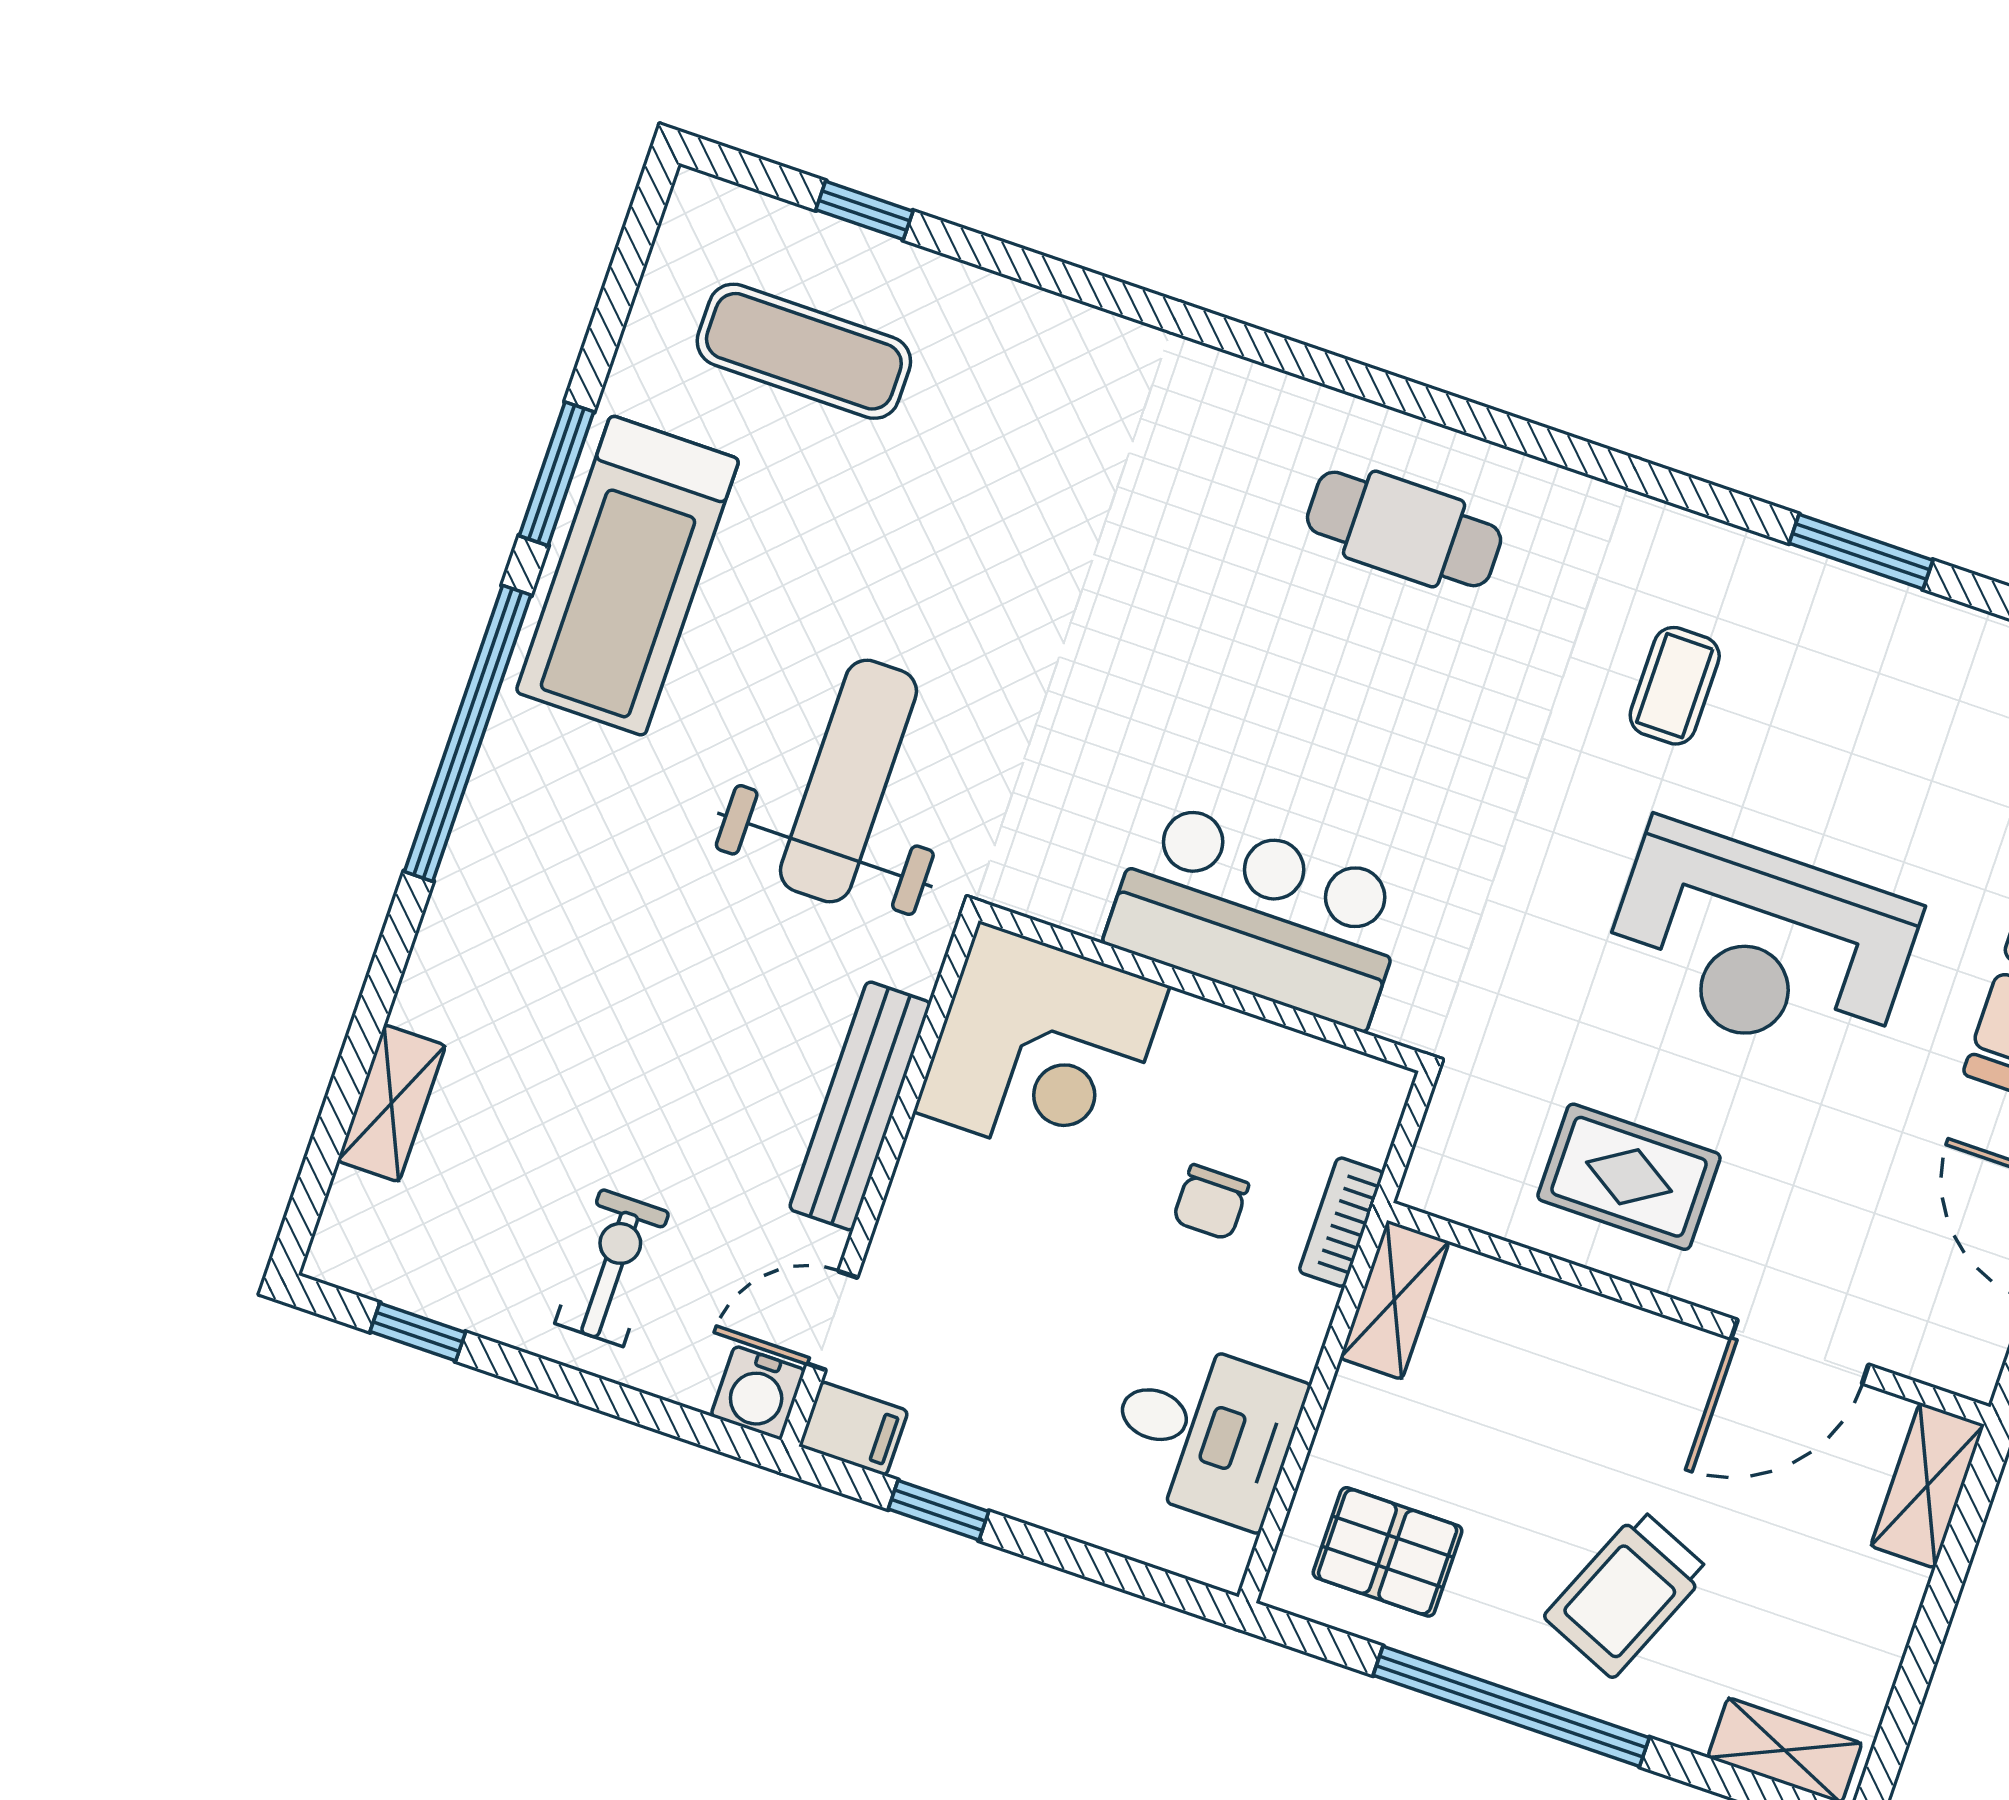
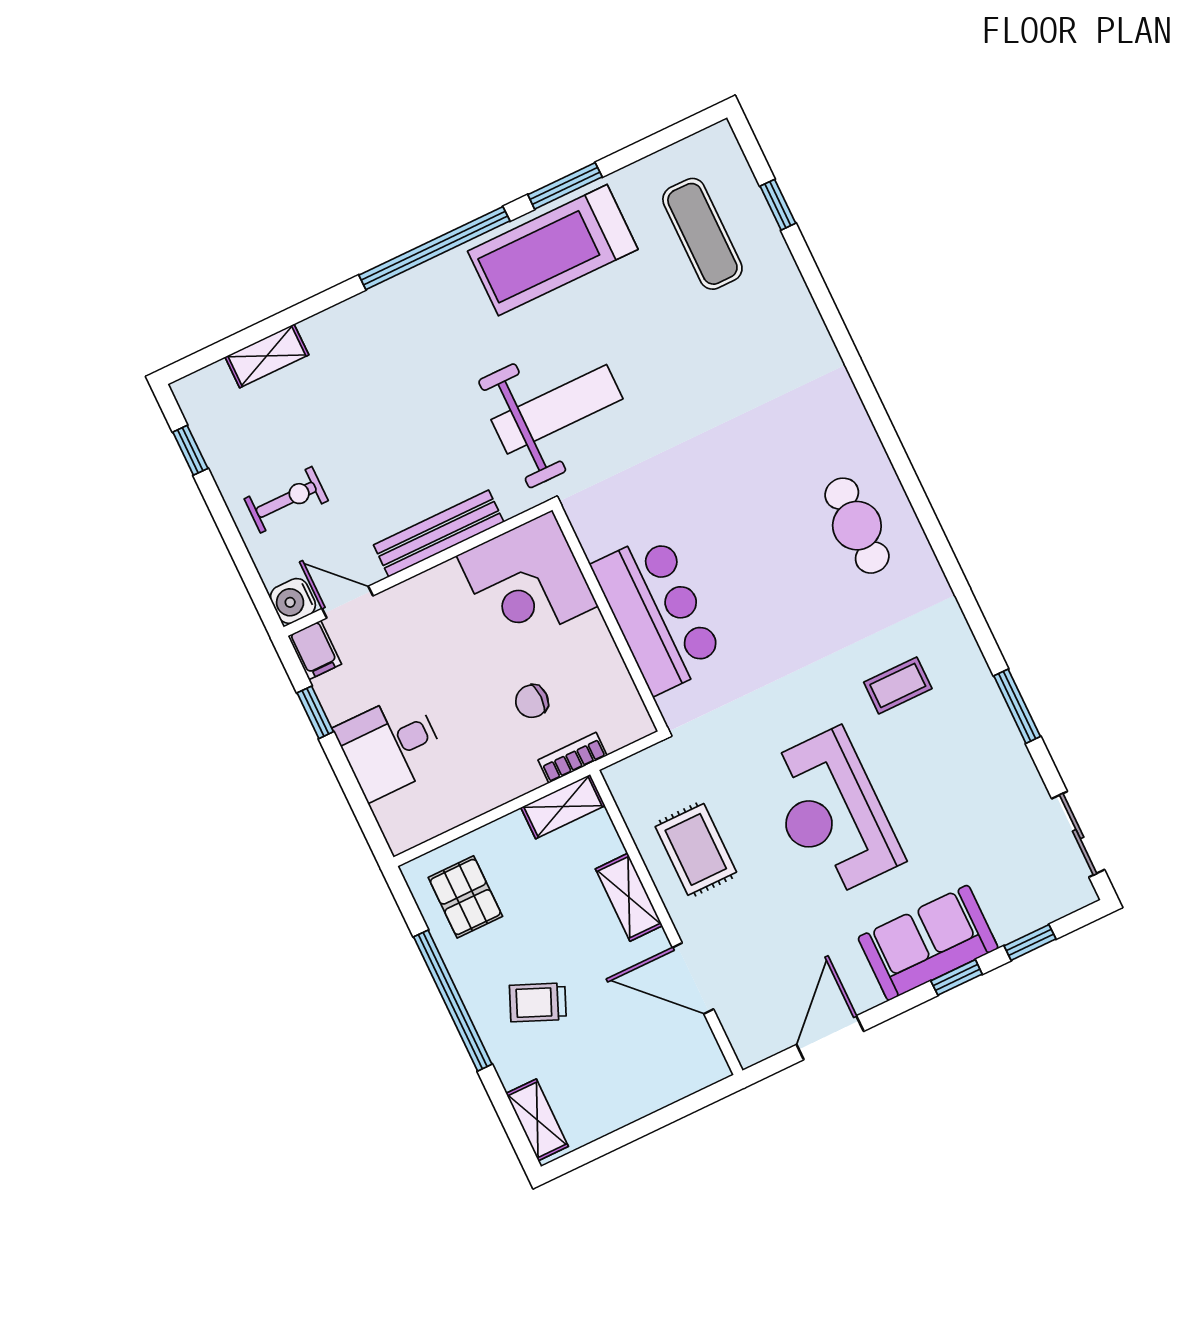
desk: (1205, 1432) -> (391, 746), moved, turned 90
shelving: (1927, 1485) -> (629, 897), moved, turned 90
trolley: (1627, 1594) -> (538, 1002), width x0.73, depth x0.72

